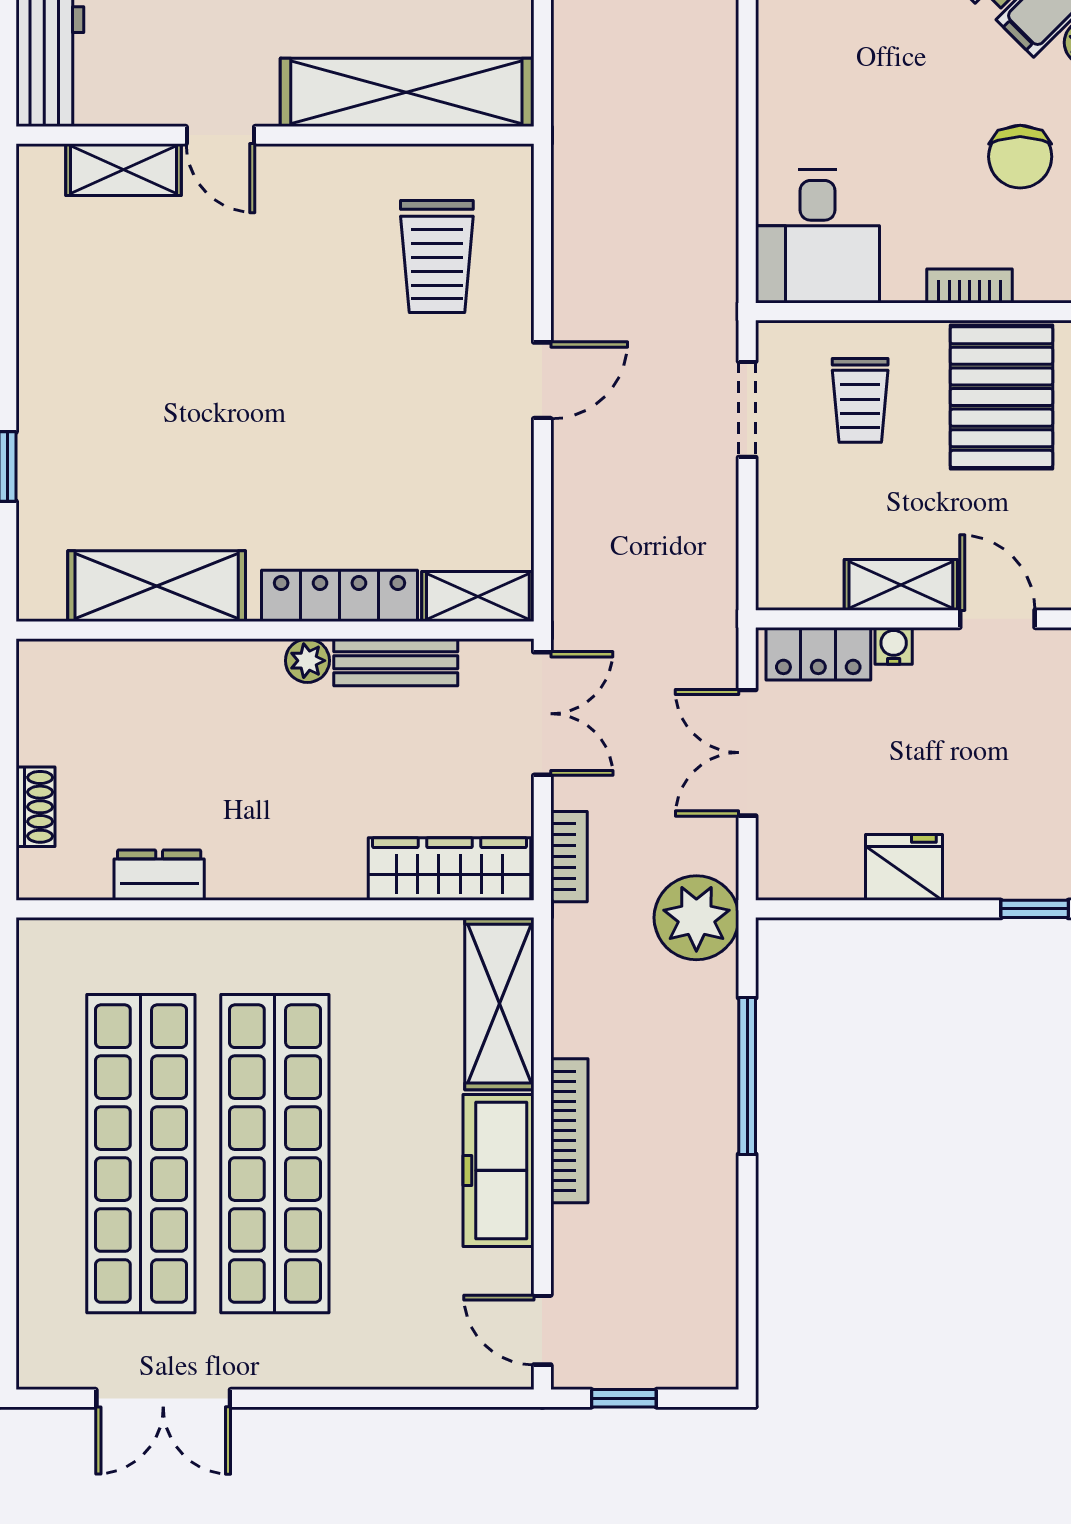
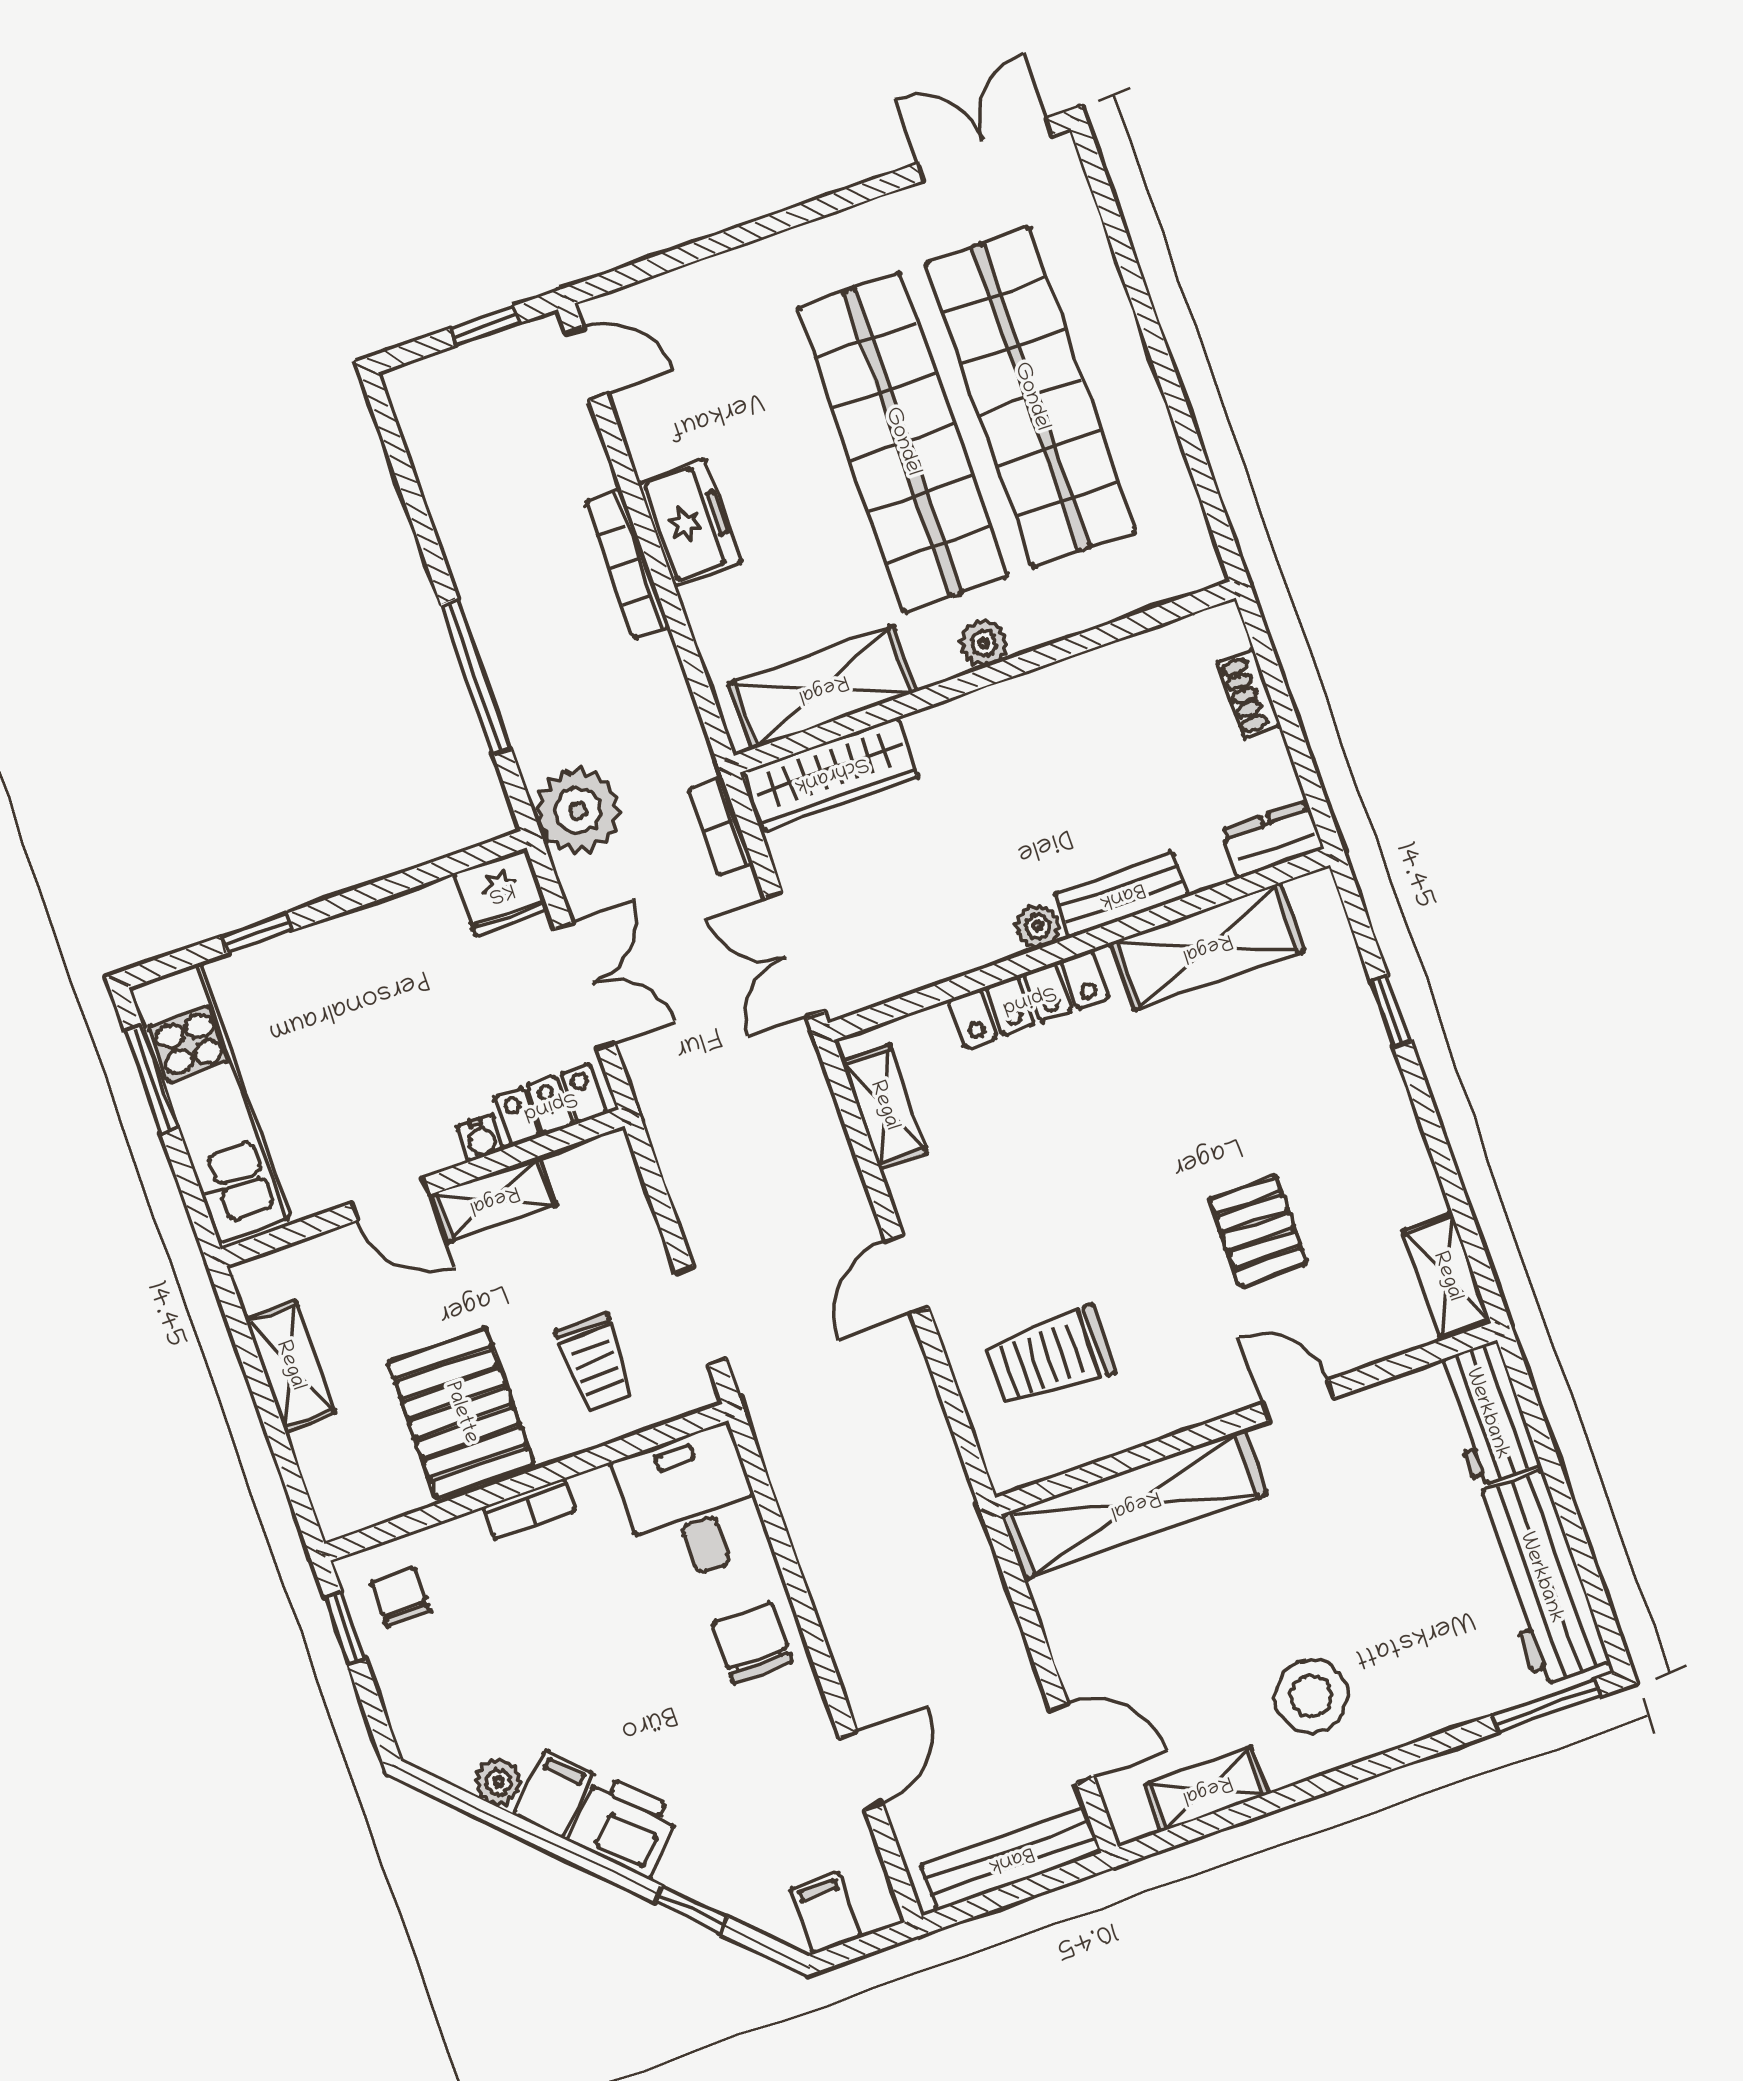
chair: (1020, 157) -> (752, 1643), moved
shelving: (123, 170) -> (1447, 1277), moved, turned 90
trolley: (437, 257) -> (1050, 1357), turned -90
pallet: (202, 305) -> (1258, 1231), added
trolley: (860, 400) -> (595, 1362), turned 180
shelving: (478, 596) -> (884, 1106), moved, turned 90
bench: (396, 662) -> (1122, 895), moved
fridge: (904, 867) -> (501, 892), moved
dresser: (159, 875) -> (1273, 840), moved, turned 180
plant: (265, 941) -> (984, 643), added
shelving: (499, 1004) -> (823, 688), moved, turned 90
freezer: (498, 1170) -> (690, 522), width x0.71
double door: (163, 1398) -> (985, 149), moved

